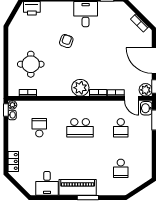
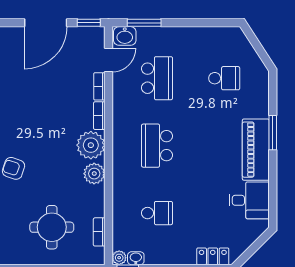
plant: (146, 90) -> (94, 174), moved
school desk: (39, 128) -> (157, 213), turned 180
school desk: (80, 128) -> (157, 146), turned 180
school desk: (121, 128) -> (157, 78), width x1.85

